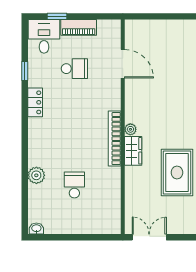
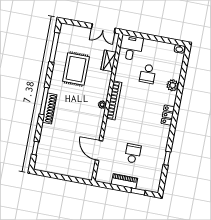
desk: (44, 36) -> (131, 48), moved, turned 180
school desk: (74, 69) -> (133, 153), turned 90
locker: (35, 102) -> (168, 115), moved
wardrobe: (133, 151) -> (109, 61), moved

